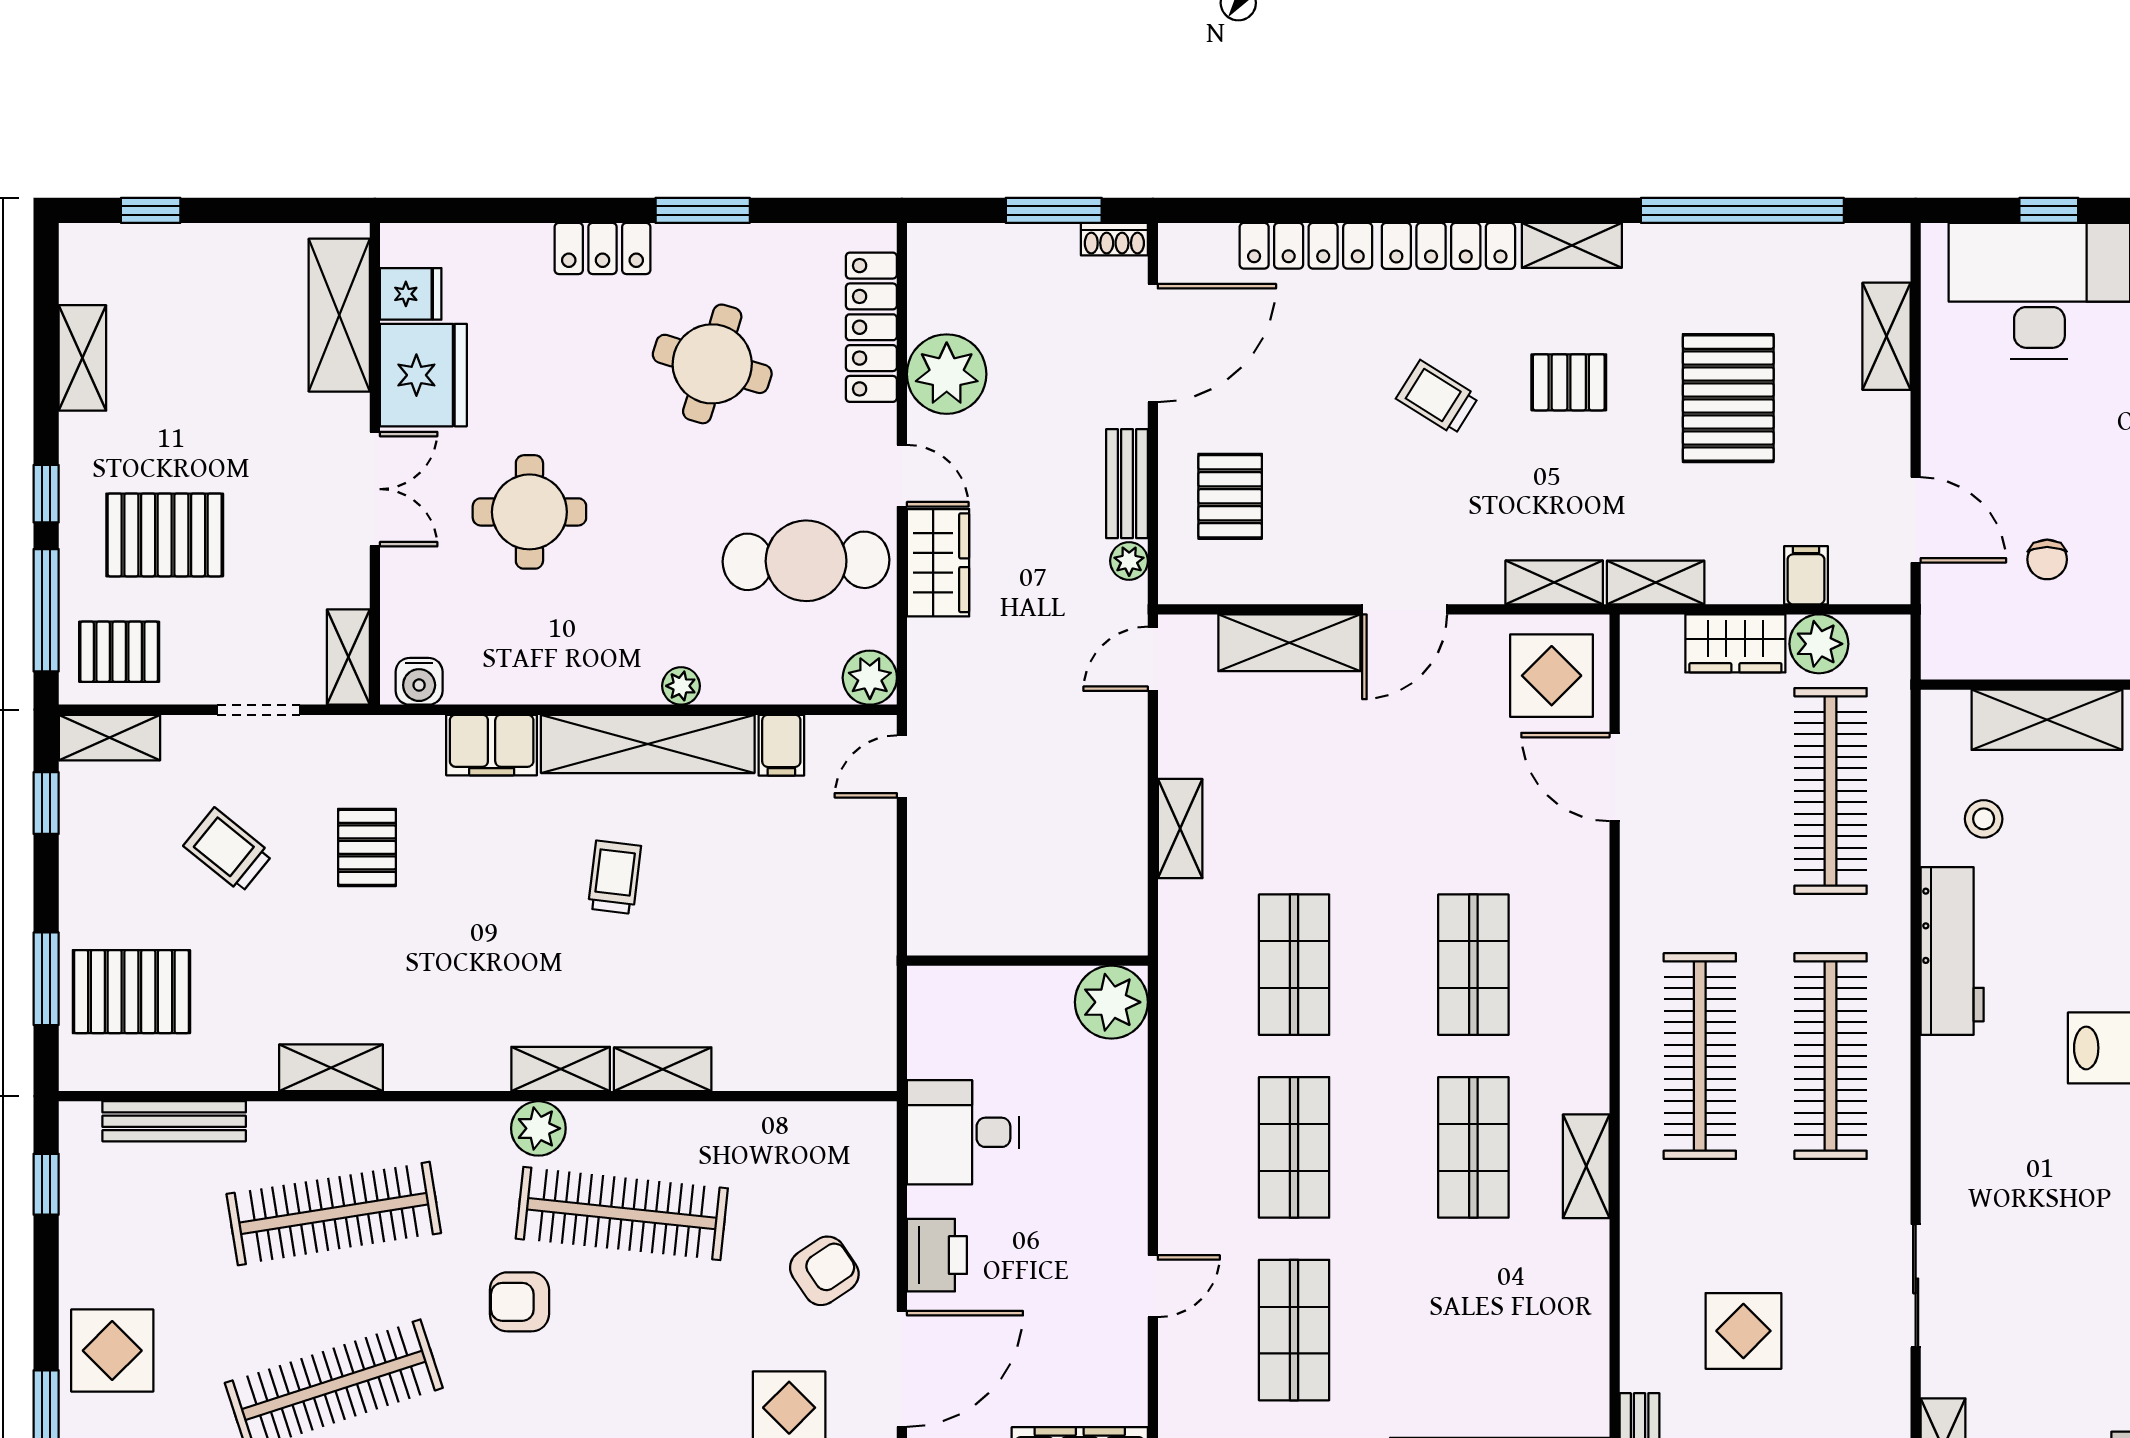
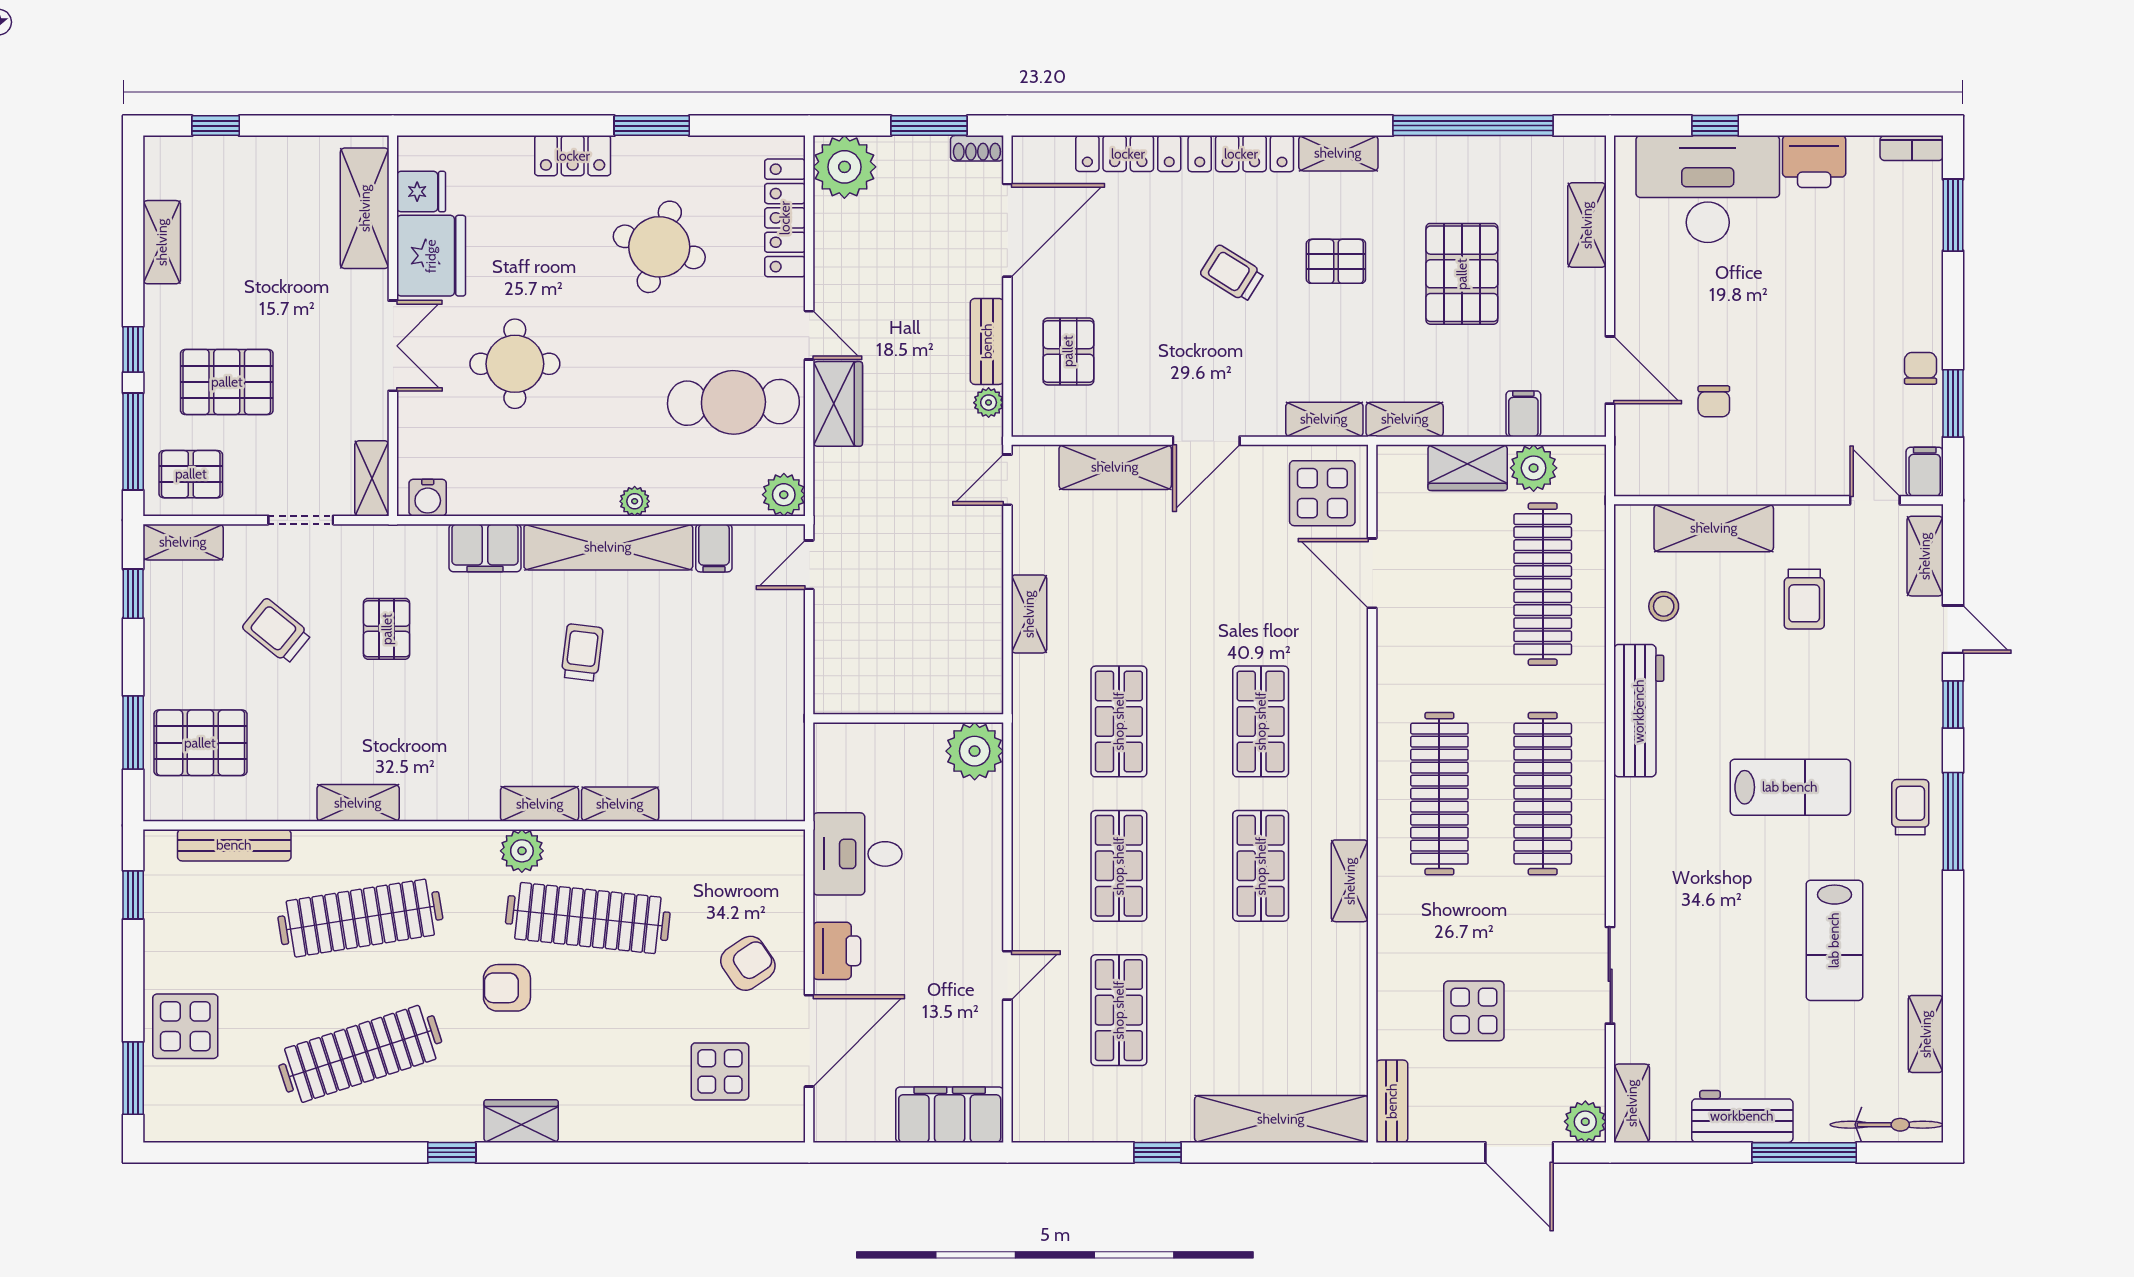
plant: (947, 374) -> (844, 167), moved

